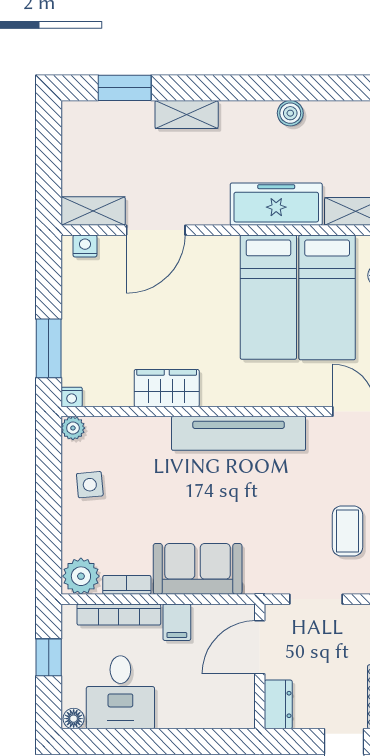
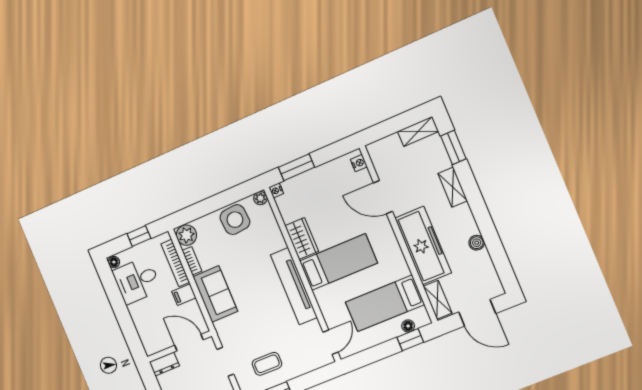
freezer: (276, 204) -> (423, 245), width x1.36, depth x1.26
shelving: (93, 211) -> (418, 131), moved, turned 90
bed: (268, 297) -> (338, 262), moved, turned 180
side table: (90, 485) -> (235, 220), width x1.87, depth x1.87

